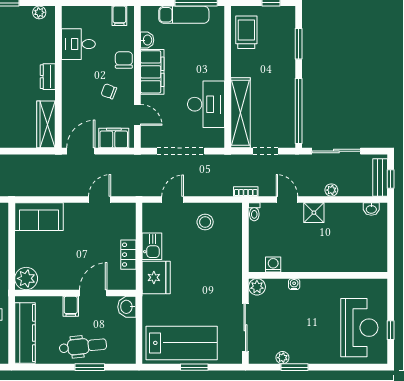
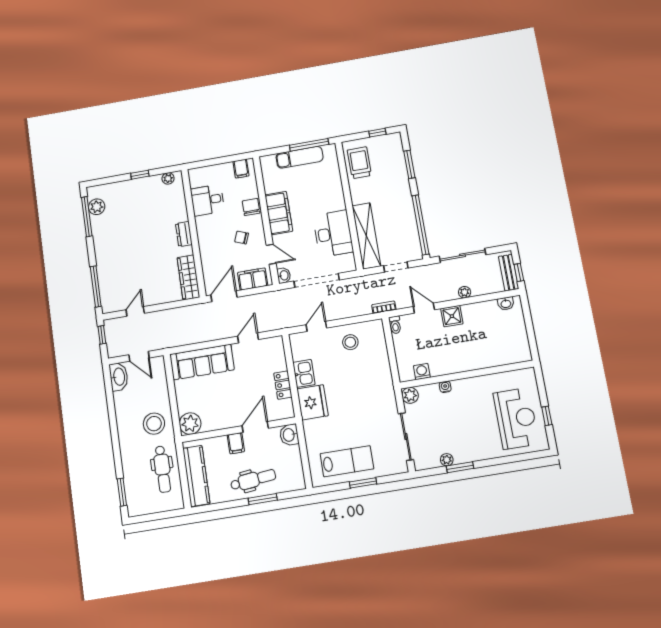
washbasin: (147, 40) -> (284, 275), moved
sofa: (39, 217) -> (202, 362), width x1.36
lab bench: (182, 343) -> (347, 461), width x0.73, depth x0.72

